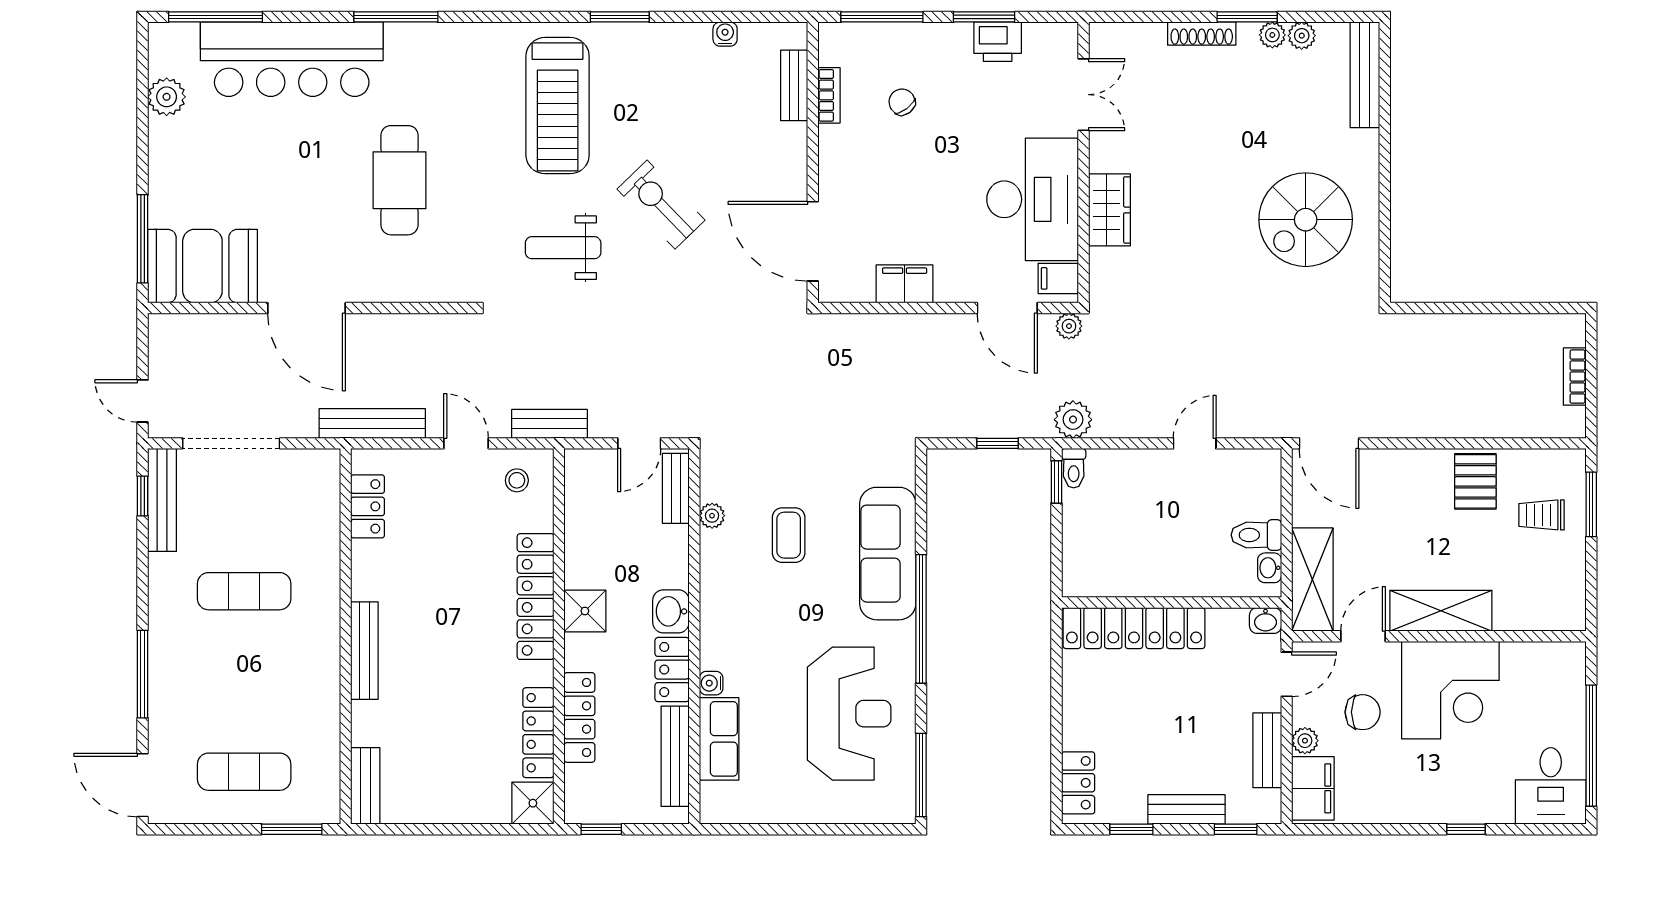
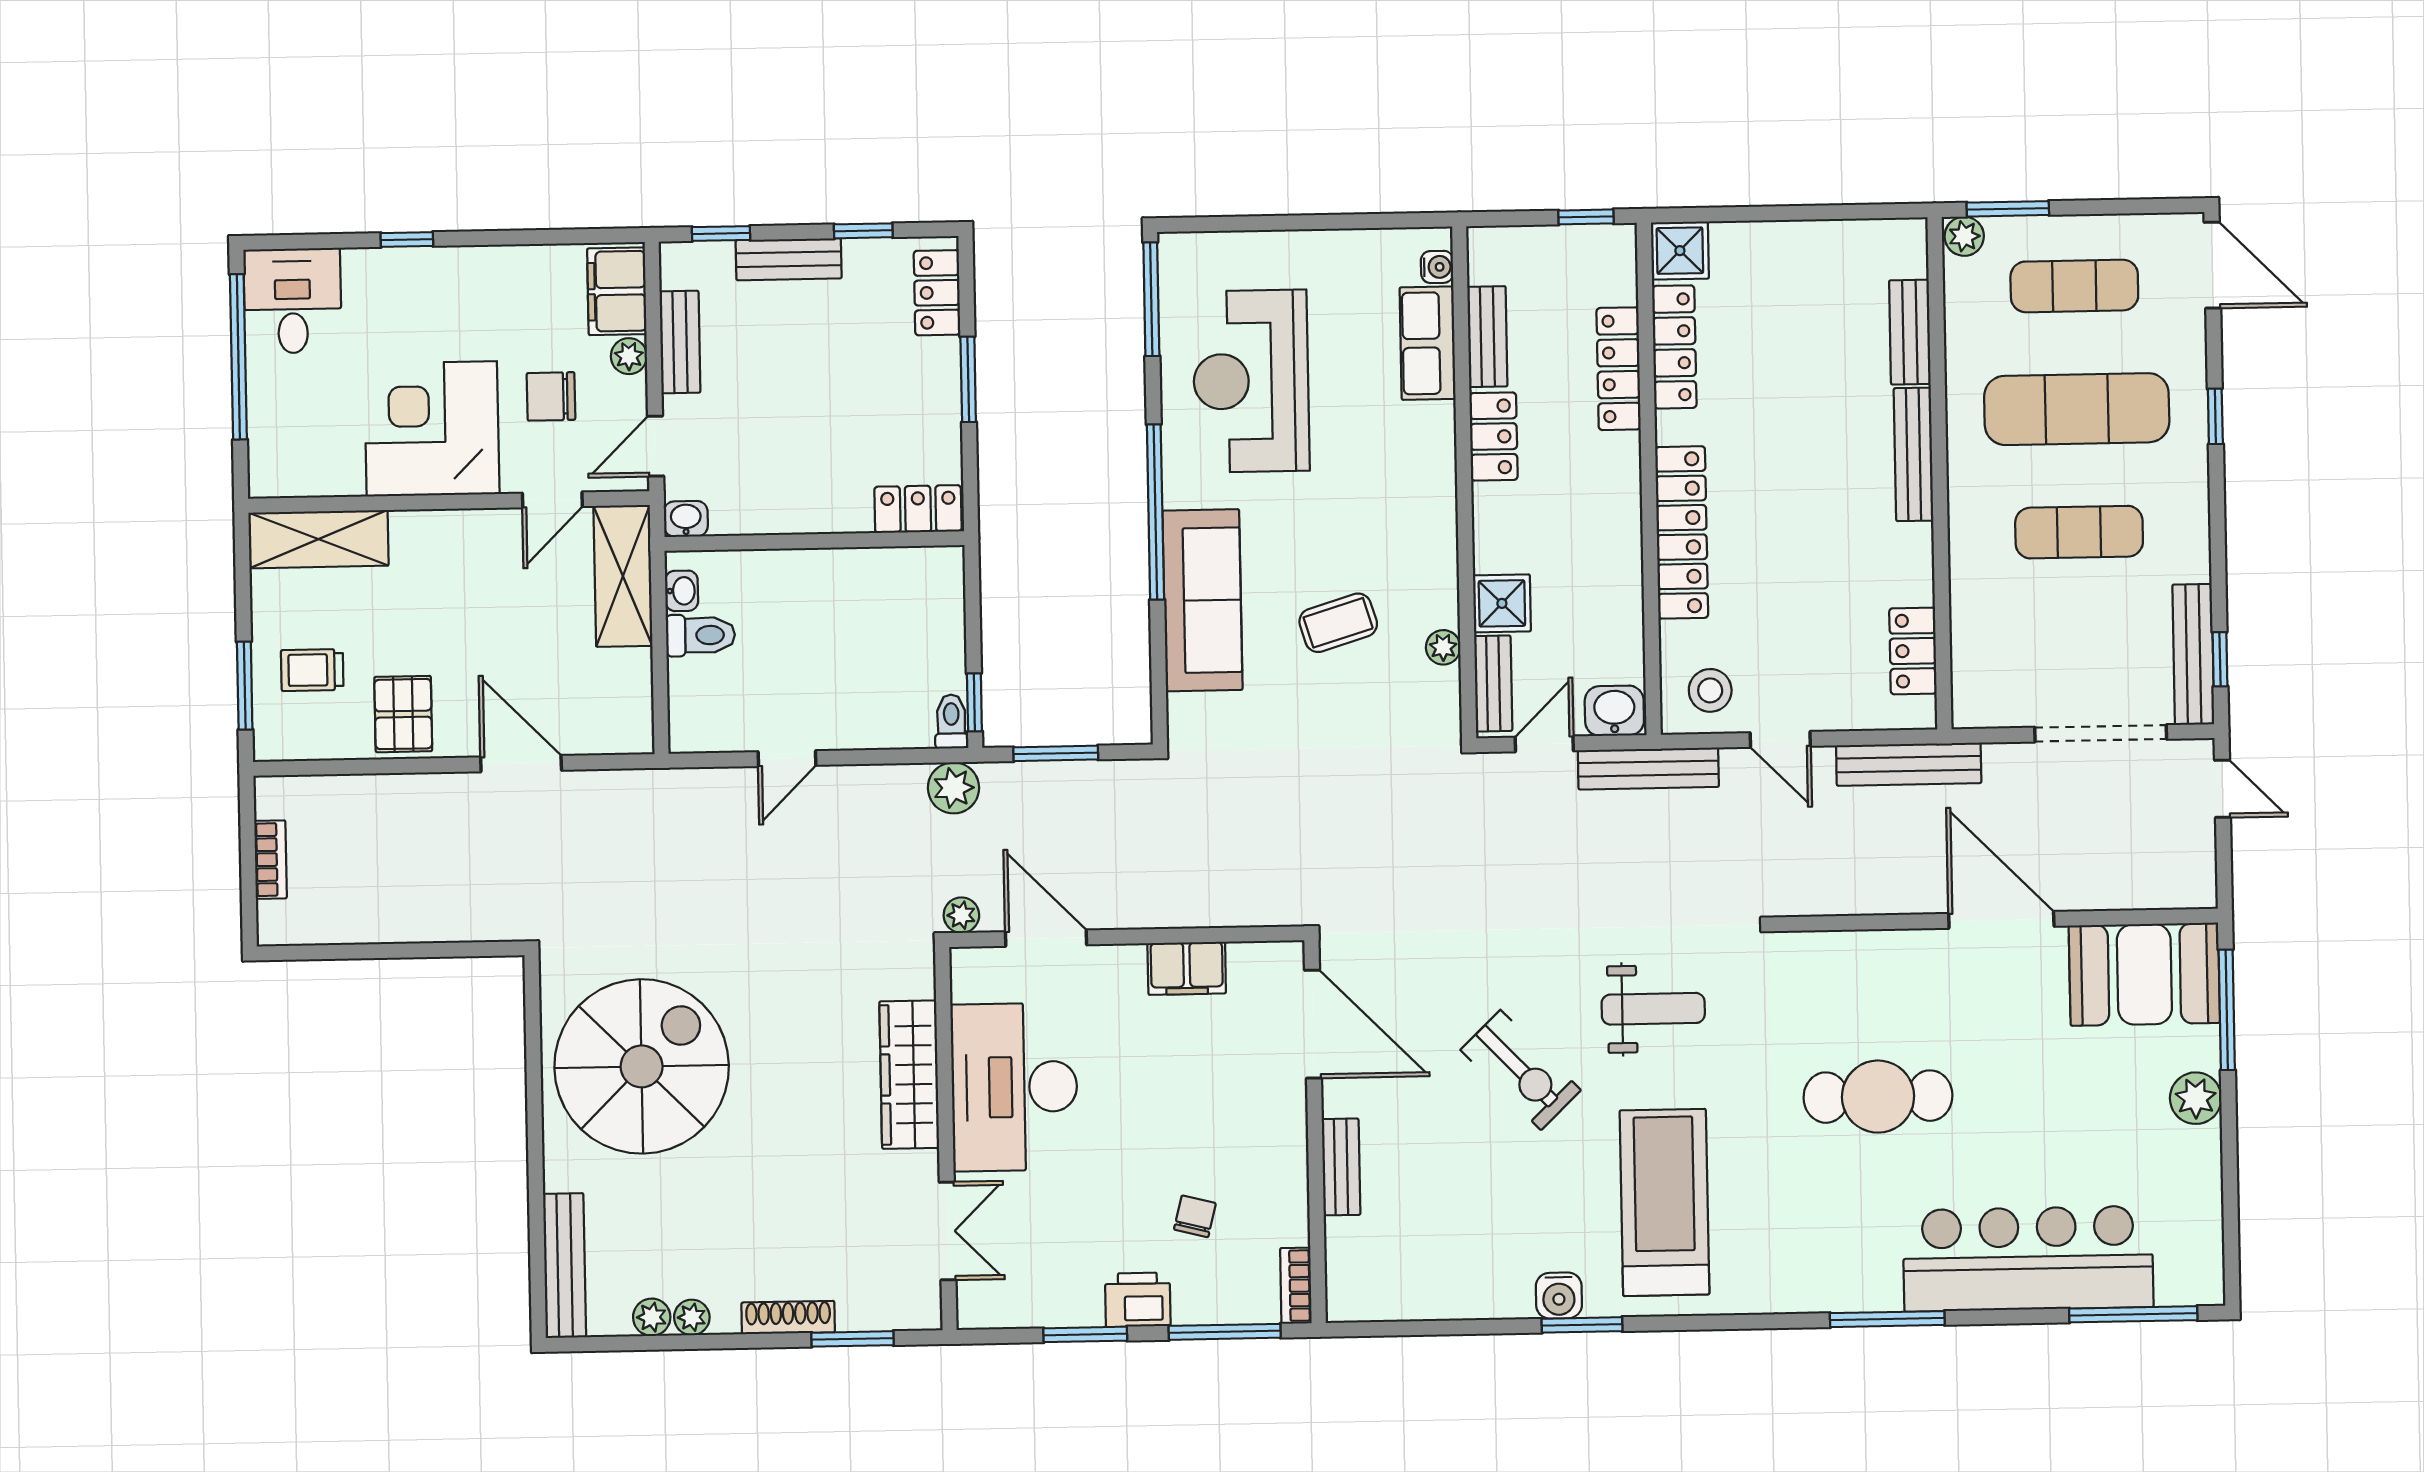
window: (1247, 17) -> (853, 1339), moved
water cooler: (725, 34) -> (1559, 1296), moved, width x1.38, depth x1.38
printer: (998, 42) -> (1138, 1300), moved
bench: (794, 85) -> (1341, 1167), moved
bookcase: (829, 95) -> (1296, 1286), moved
double door: (1084, 95) -> (948, 1231), swing flipped
plant: (167, 97) -> (2196, 1098), moved
chair: (902, 102) -> (1195, 1216), turned -129
cafe table: (399, 180) -> (1878, 1097), turned 90
wardrobe: (1110, 210) -> (909, 1075), width x1.50
spiral stairs: (1306, 220) -> (642, 1066), width x1.37, depth x1.37
filing cabinet: (1058, 278) -> (977, 980), removed
bench: (550, 424) -> (1648, 769), width x1.36
window: (998, 443) -> (1056, 753), width x1.50
door: (1329, 443) -> (521, 764), moved
stool: (517, 480) -> (1710, 690), width x1.37, depth x1.37
trolley: (1542, 515) -> (312, 670), turned 180
coffee table: (789, 535) -> (1338, 623), turned 73
shower: (585, 611) -> (1502, 603), moved
washbasin: (671, 611) -> (1614, 711), moved, turned -90
shelving: (1441, 611) -> (318, 539), moved
locker: (1134, 628) -> (918, 509), width x0.46, depth x0.83
window: (143, 674) -> (2215, 416), width x0.46
exercise mat: (244, 681) -> (2077, 409), added
water cooler: (711, 683) -> (1437, 267), moved
window: (1056, 719) -> (968, 379), added
bench: (675, 756) -> (1487, 337), width x0.73
bench: (365, 786) -> (1910, 332), moved
plant: (324, 810) -> (1964, 236), added

